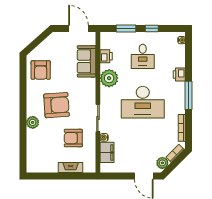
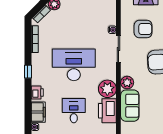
printer: (106, 56) -> (107, 111), width x1.87, depth x1.48
plant: (89, 84) -> (127, 83), added
window: (189, 95) -> (28, 72), width x0.46
filing cabinet: (107, 152) -> (38, 112), moved, turned 180

